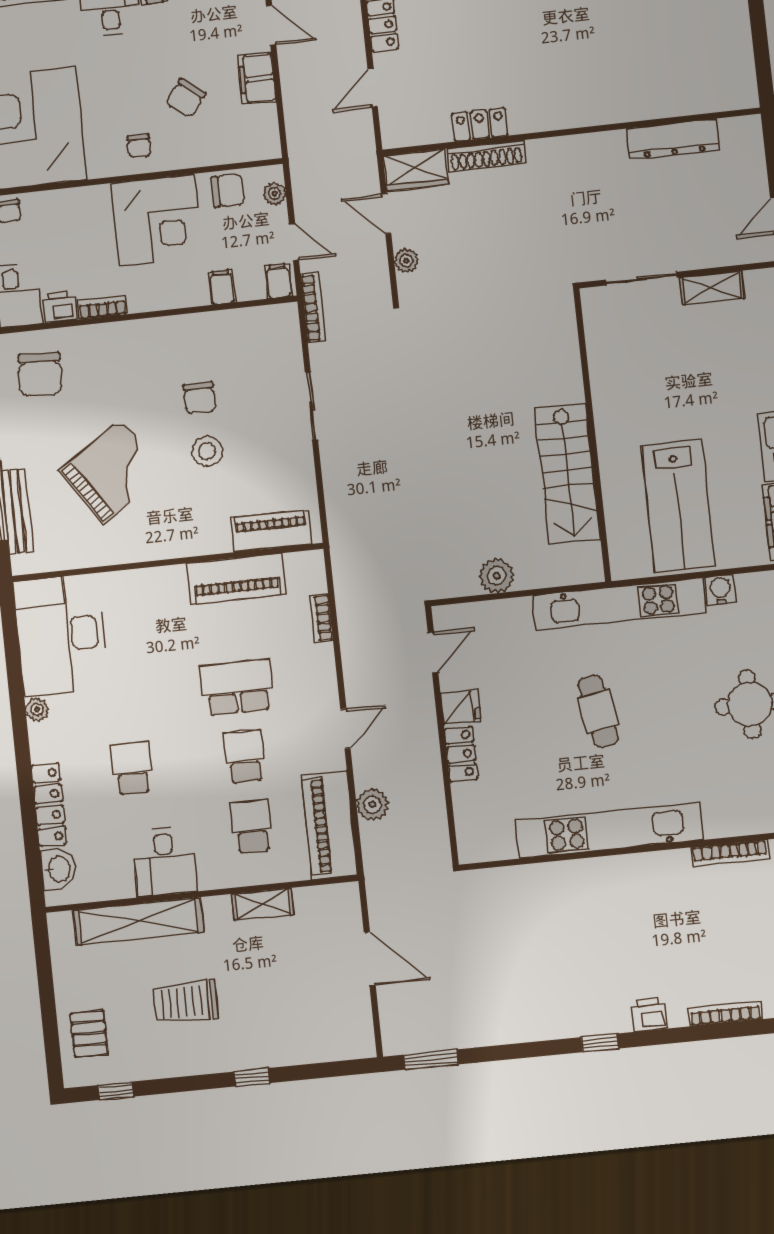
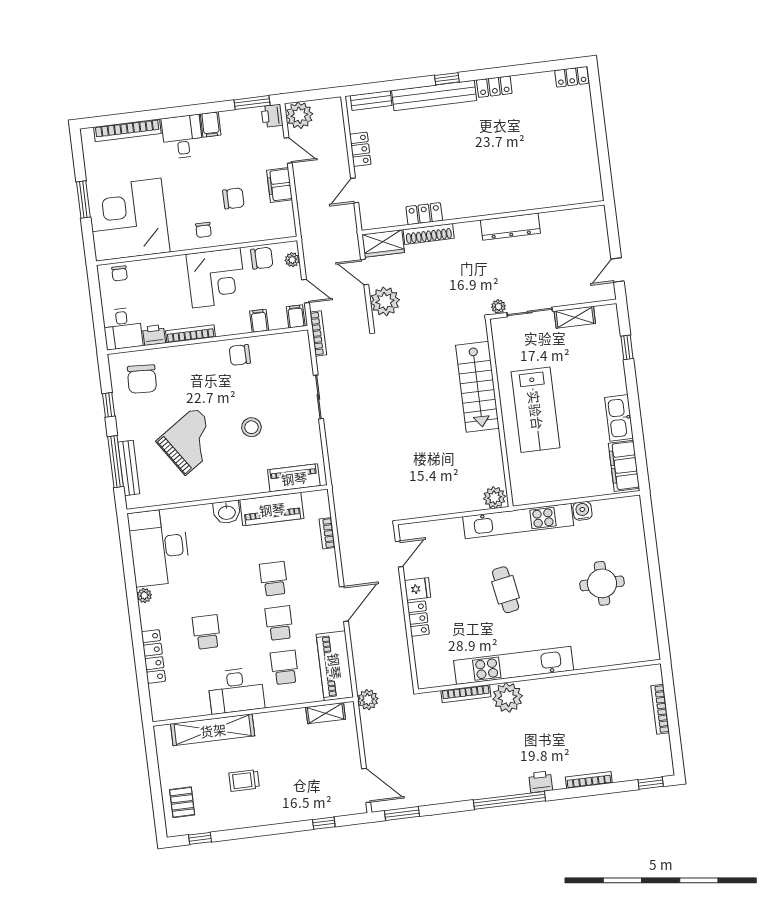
chair: (186, 98) -> (233, 198), turned -128
dresser: (673, 139) -> (510, 227), moved
plant: (406, 261) -> (385, 301), width x1.87, depth x1.87
plant: (593, 270) -> (498, 307), added
bookcase: (102, 307) -> (190, 334), width x1.56
chair: (200, 398) -> (240, 355), moved, turned 90
stairs: (567, 474) -> (478, 387), moved
lab bench: (678, 506) -> (536, 410), moved
plant: (497, 576) -> (494, 498), moved
school desk: (237, 687) -> (274, 579), width x0.54
door: (345, 729) -> (344, 604), width x1.38
plant: (373, 804) -> (368, 700), moved
bookcase: (730, 853) -> (466, 694), moved
desk: (165, 862) -> (236, 691), width x1.37
washbasin: (58, 869) -> (227, 512), moved, turned 90
plant: (599, 880) -> (508, 697), added
shelving: (263, 904) -> (326, 713), moved
door: (370, 959) -> (366, 785), moved
trolley: (186, 1002) -> (244, 780), width x0.73, depth x0.72
window: (600, 1043) -> (509, 800), width x3.17
window: (252, 1077) -> (324, 823), moved

